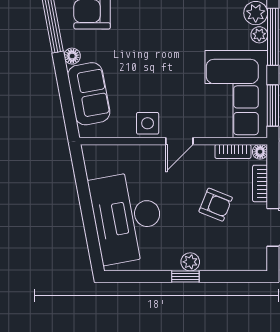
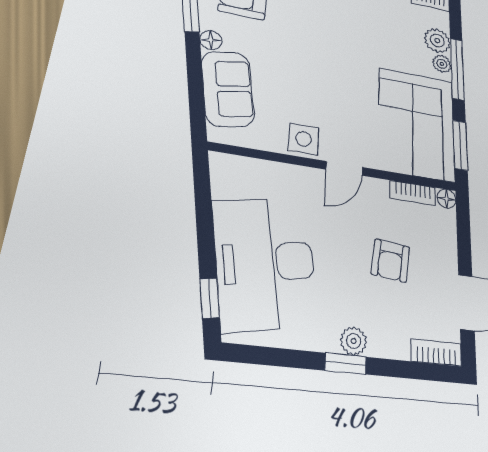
bookcase: (260, 183) -> (436, 352), moved, turned 90
armchair: (216, 205) -> (390, 260), turned 74
window: (93, 245) -> (210, 298), added

